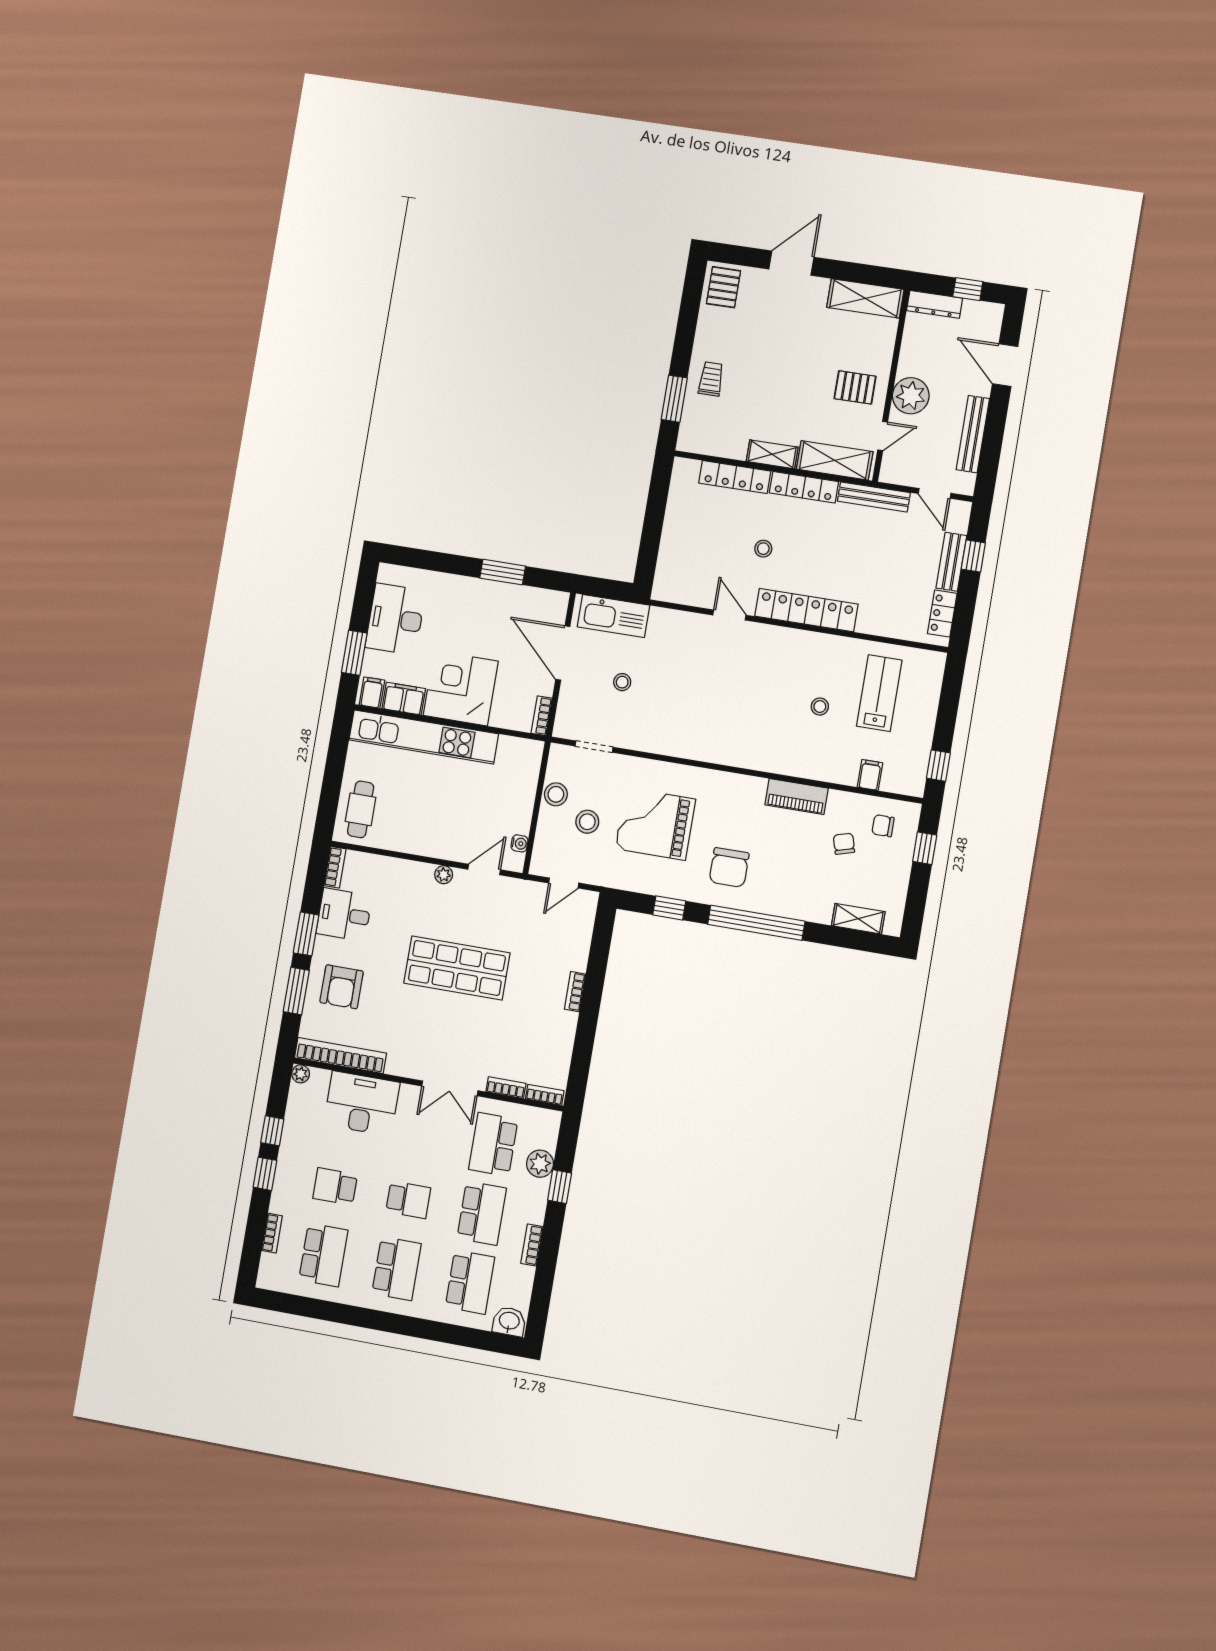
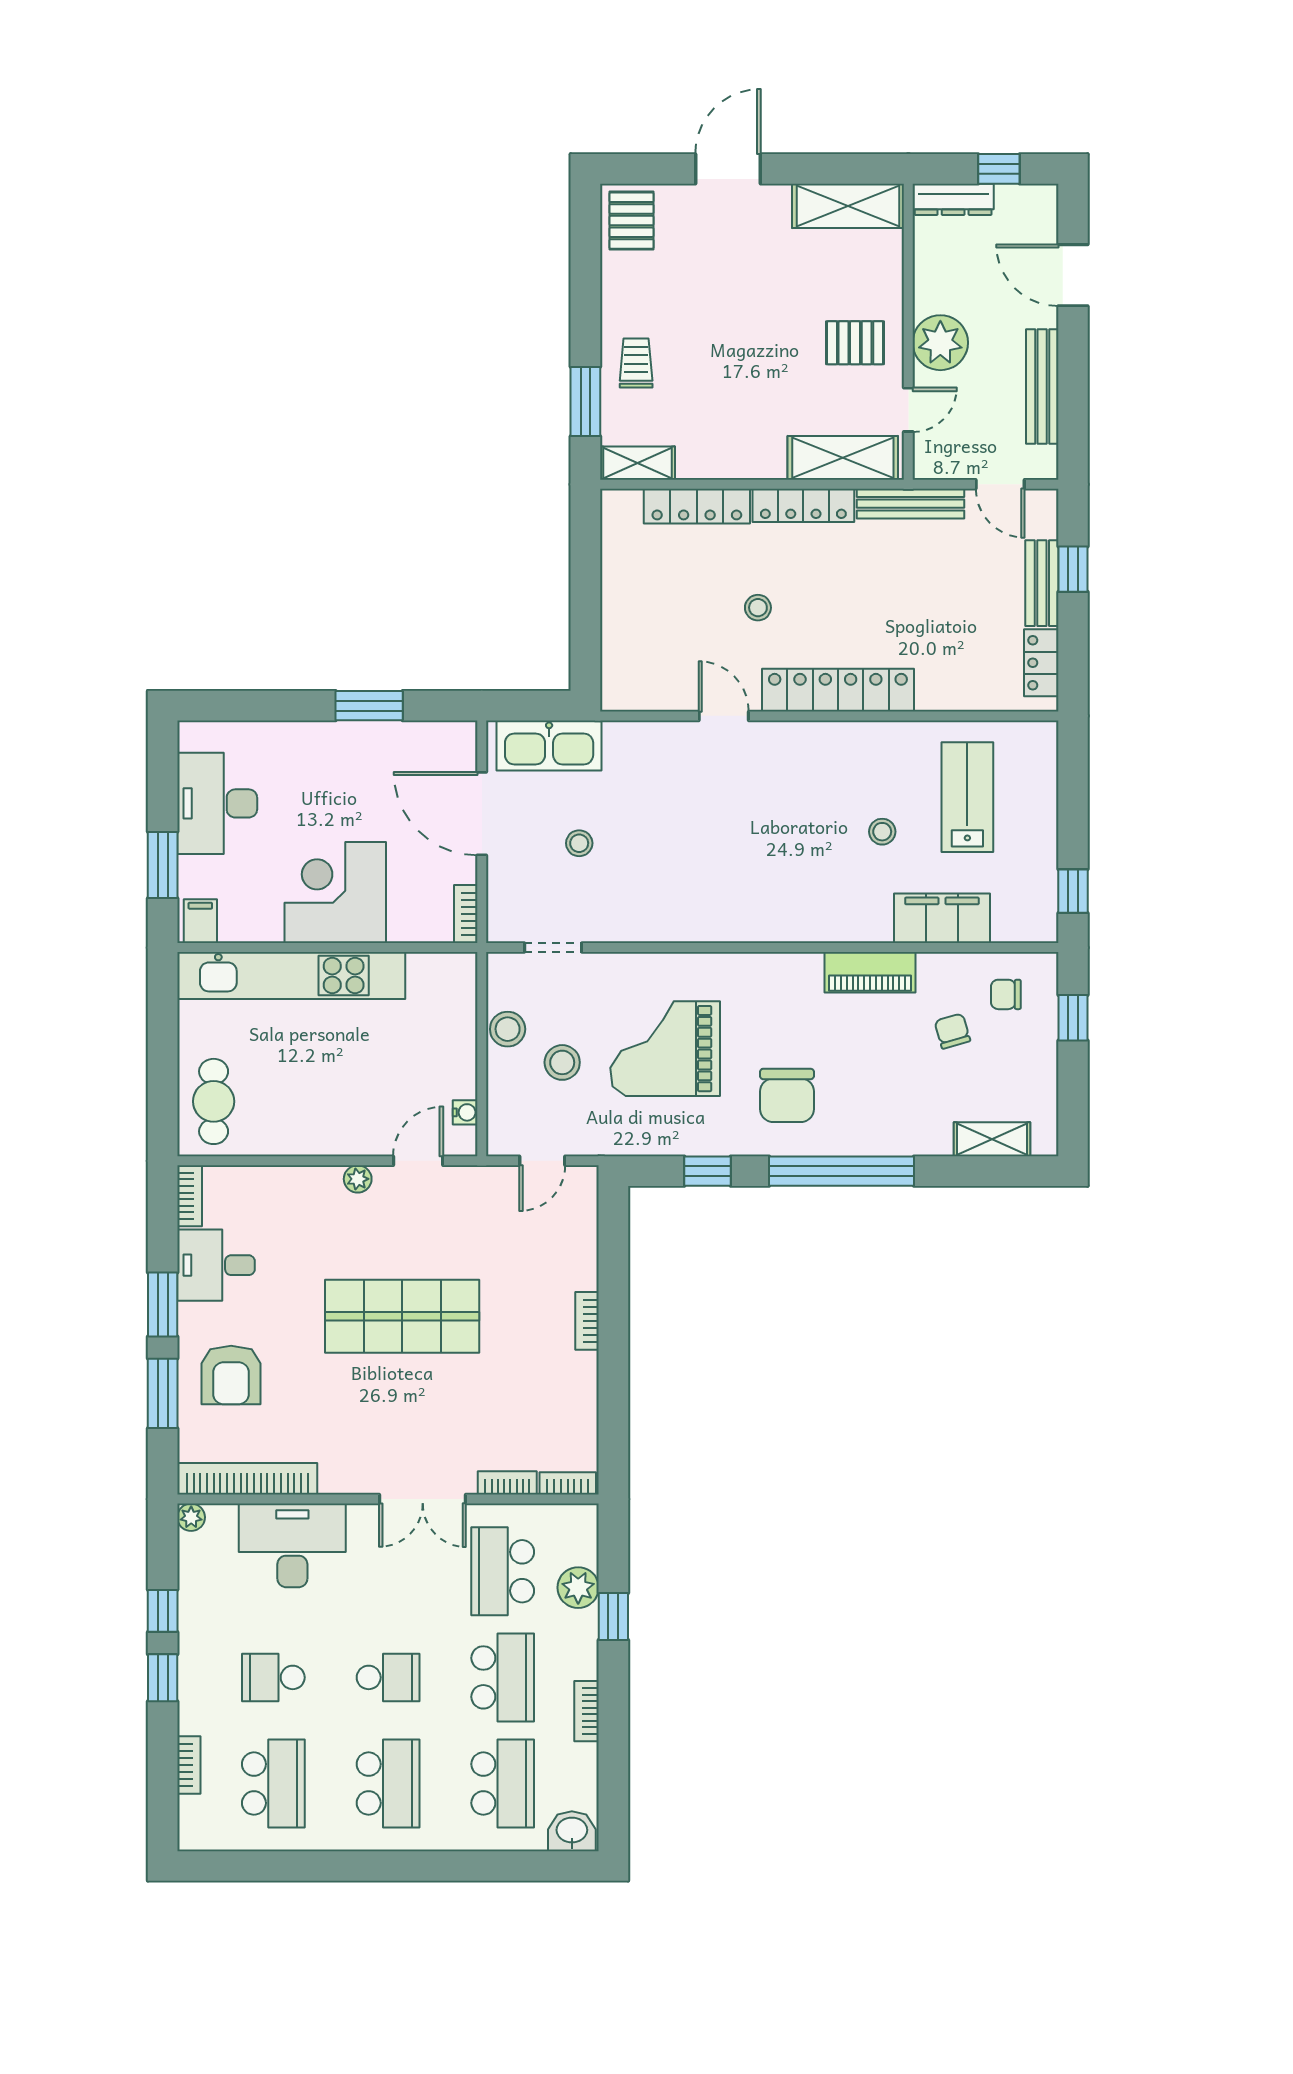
shelving: (772, 454) -> (638, 463), moved
filing cabinet: (404, 699) -> (251, 922), removed
filing cabinet: (870, 775) -> (942, 918), width x3.00, depth x1.17

